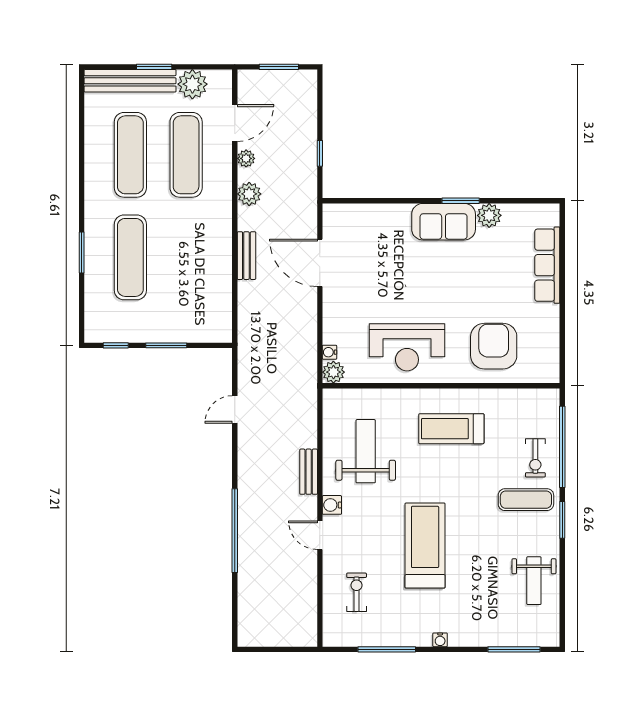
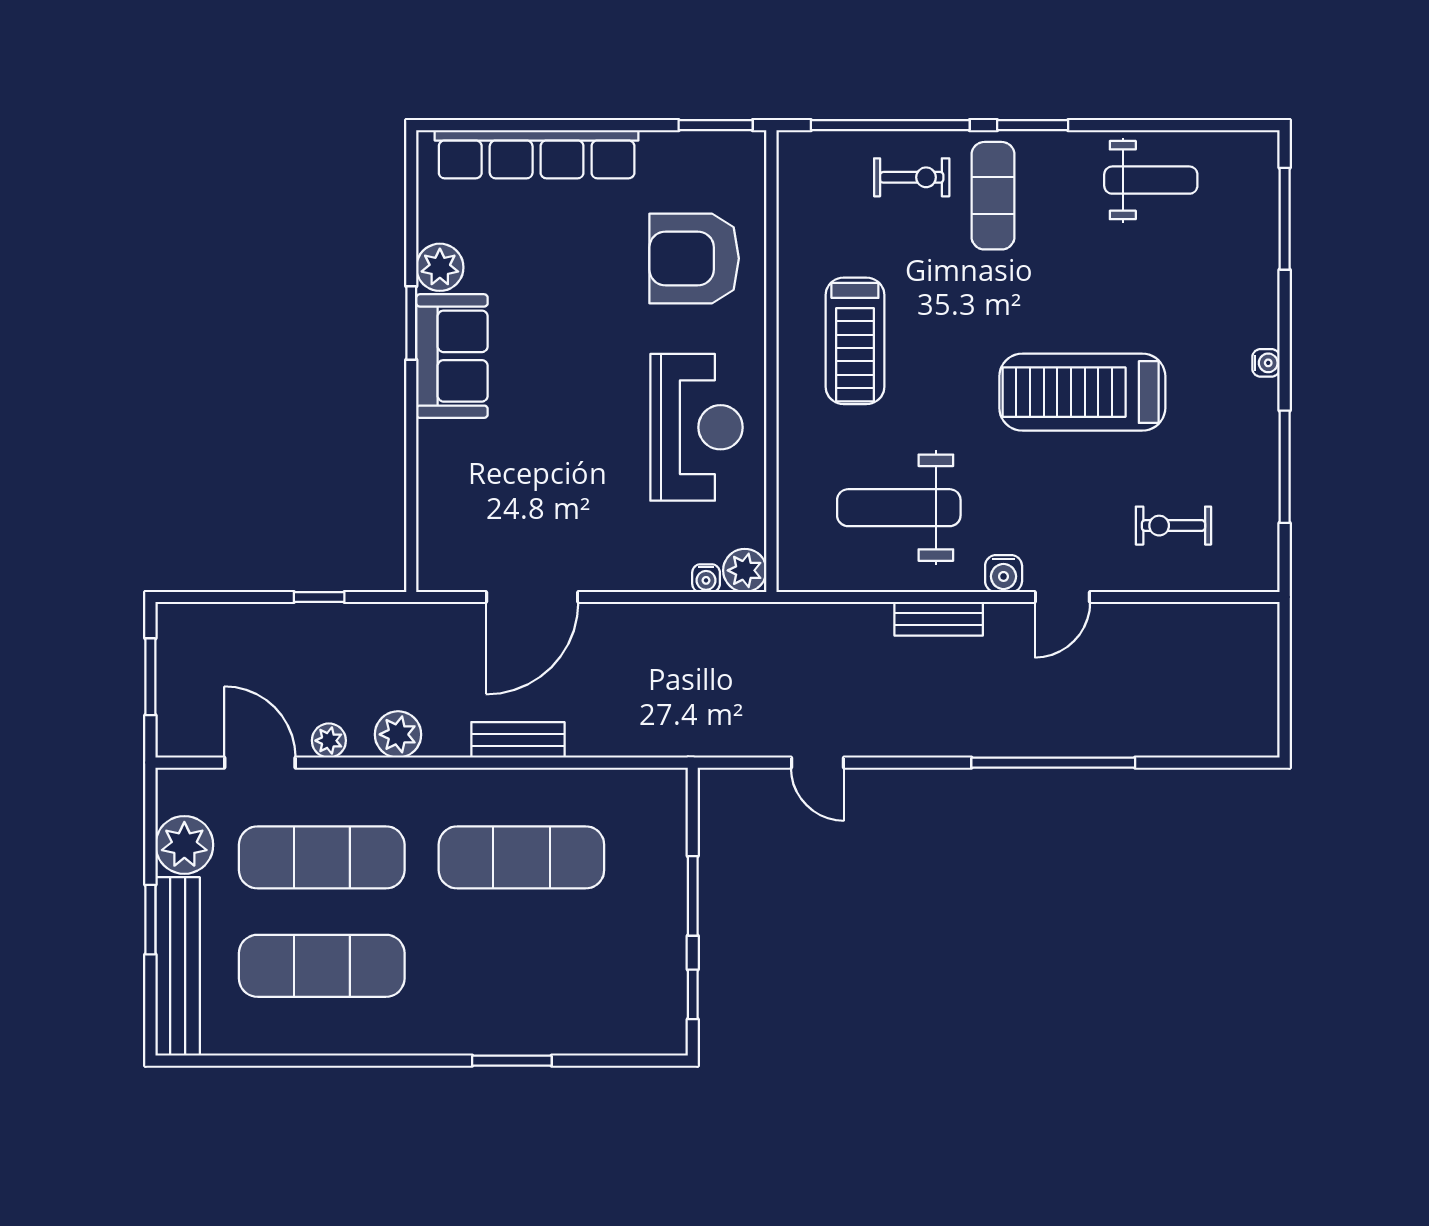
exercise mat: (130, 257) -> (521, 857), moved
row of seats: (547, 265) -> (537, 154), width x1.36
window: (562, 357) -> (716, 125), added

